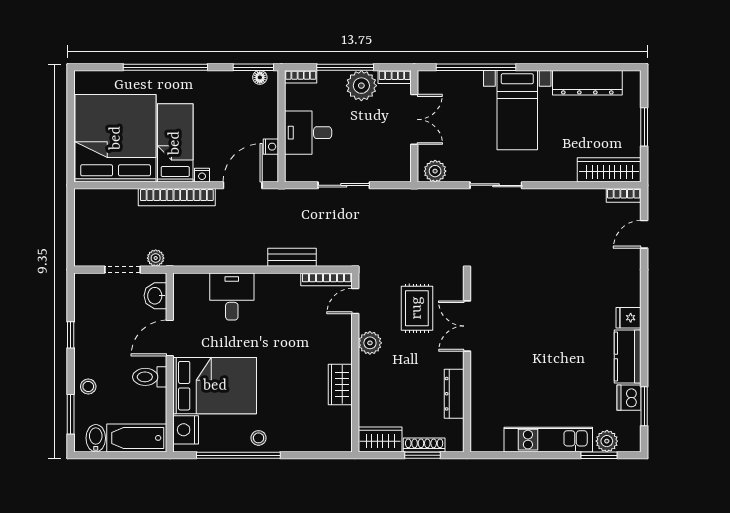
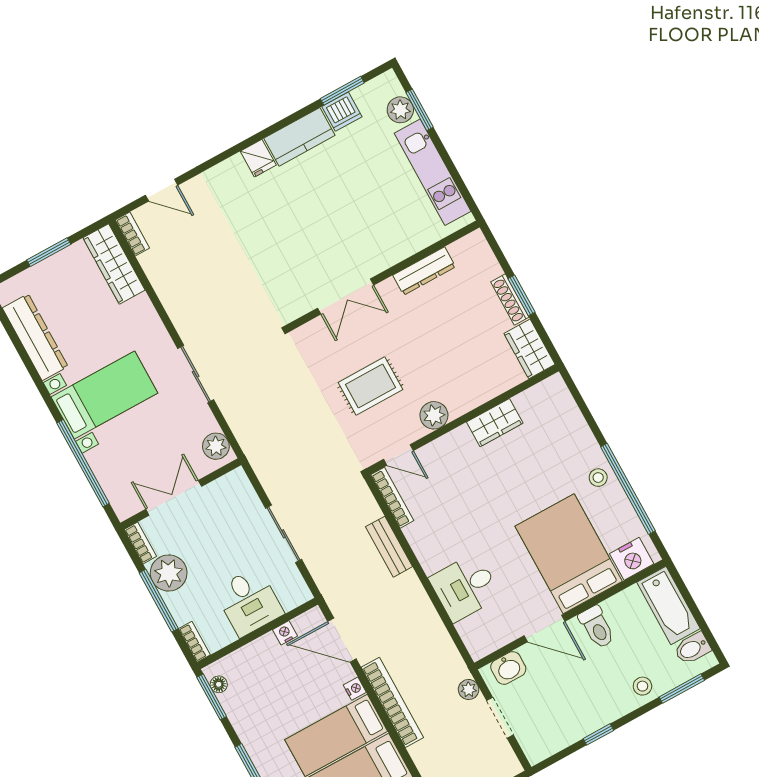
double door: (467, 326) -> (346, 297), moved
wall: (467, 362) -> (384, 276), moved
dresser: (454, 394) -> (424, 271), moved

